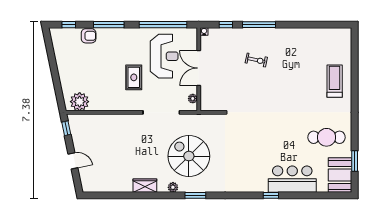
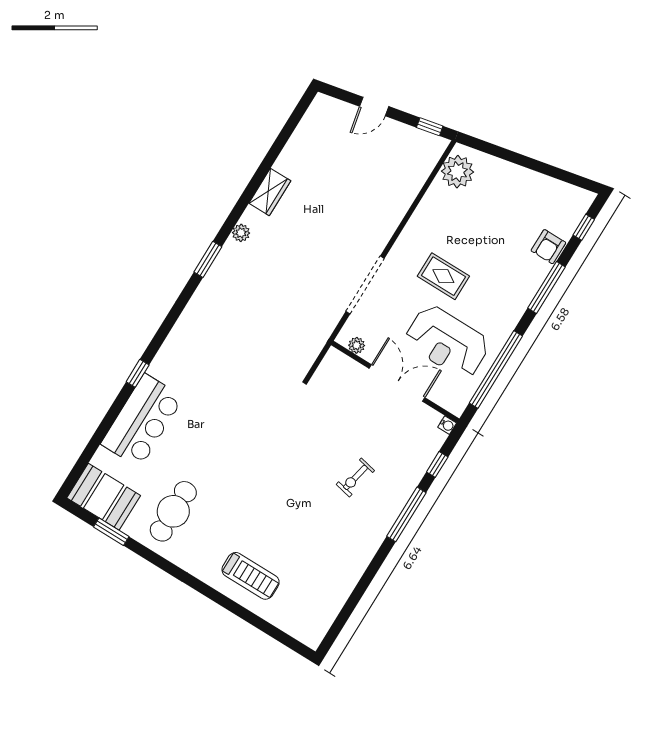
spiral stairs: (189, 156) -> (273, 286), removed

